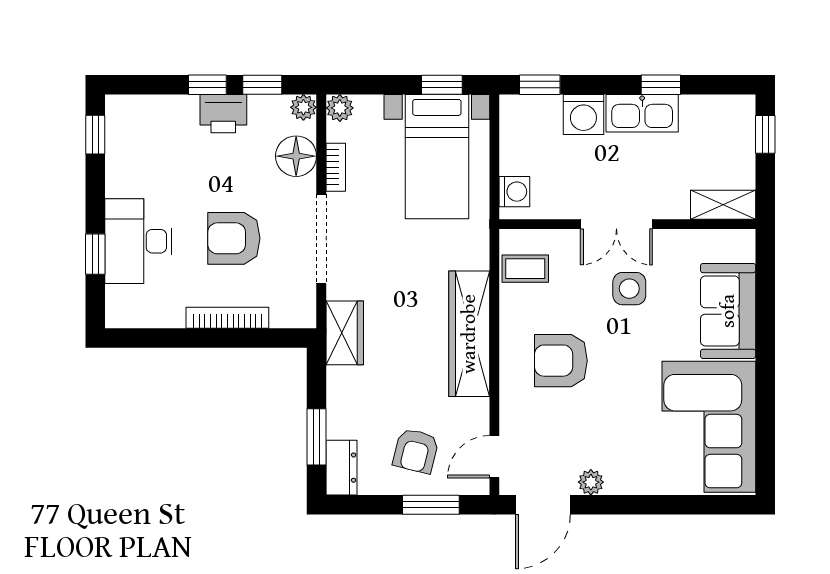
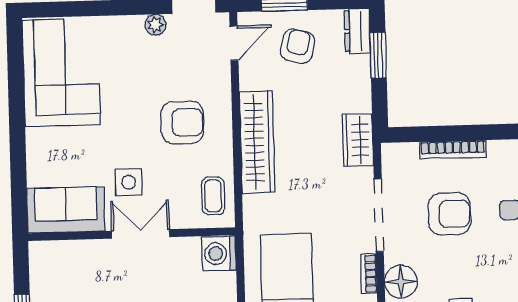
washing machine: (514, 192) -> (219, 253), width x1.38, depth x1.38
shelving: (723, 205) -> (55, 252), removed
coffee table: (525, 269) -> (213, 196), turned 90
sofa: (728, 311) -> (66, 210), moved, turned -90

